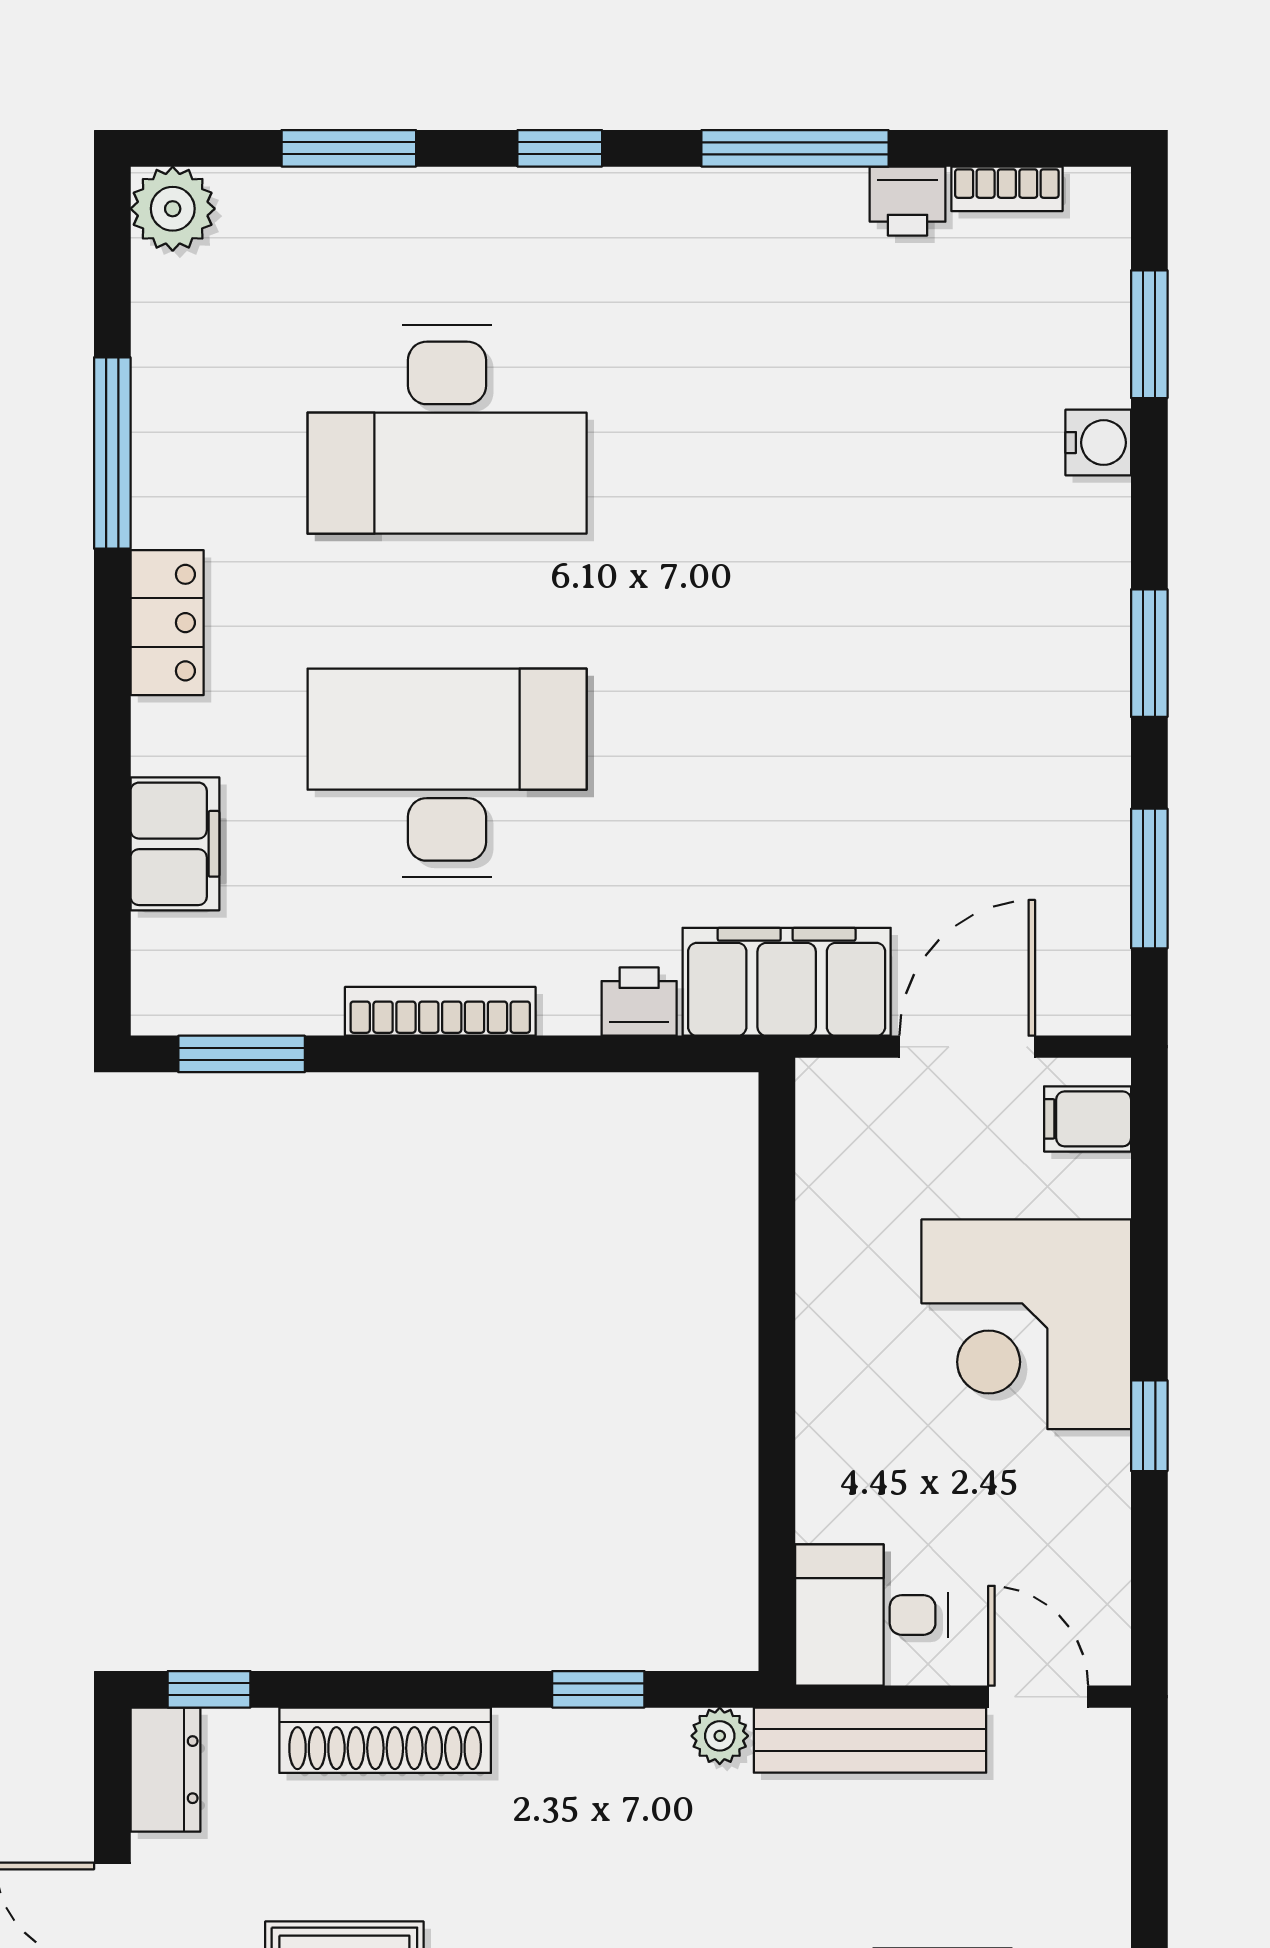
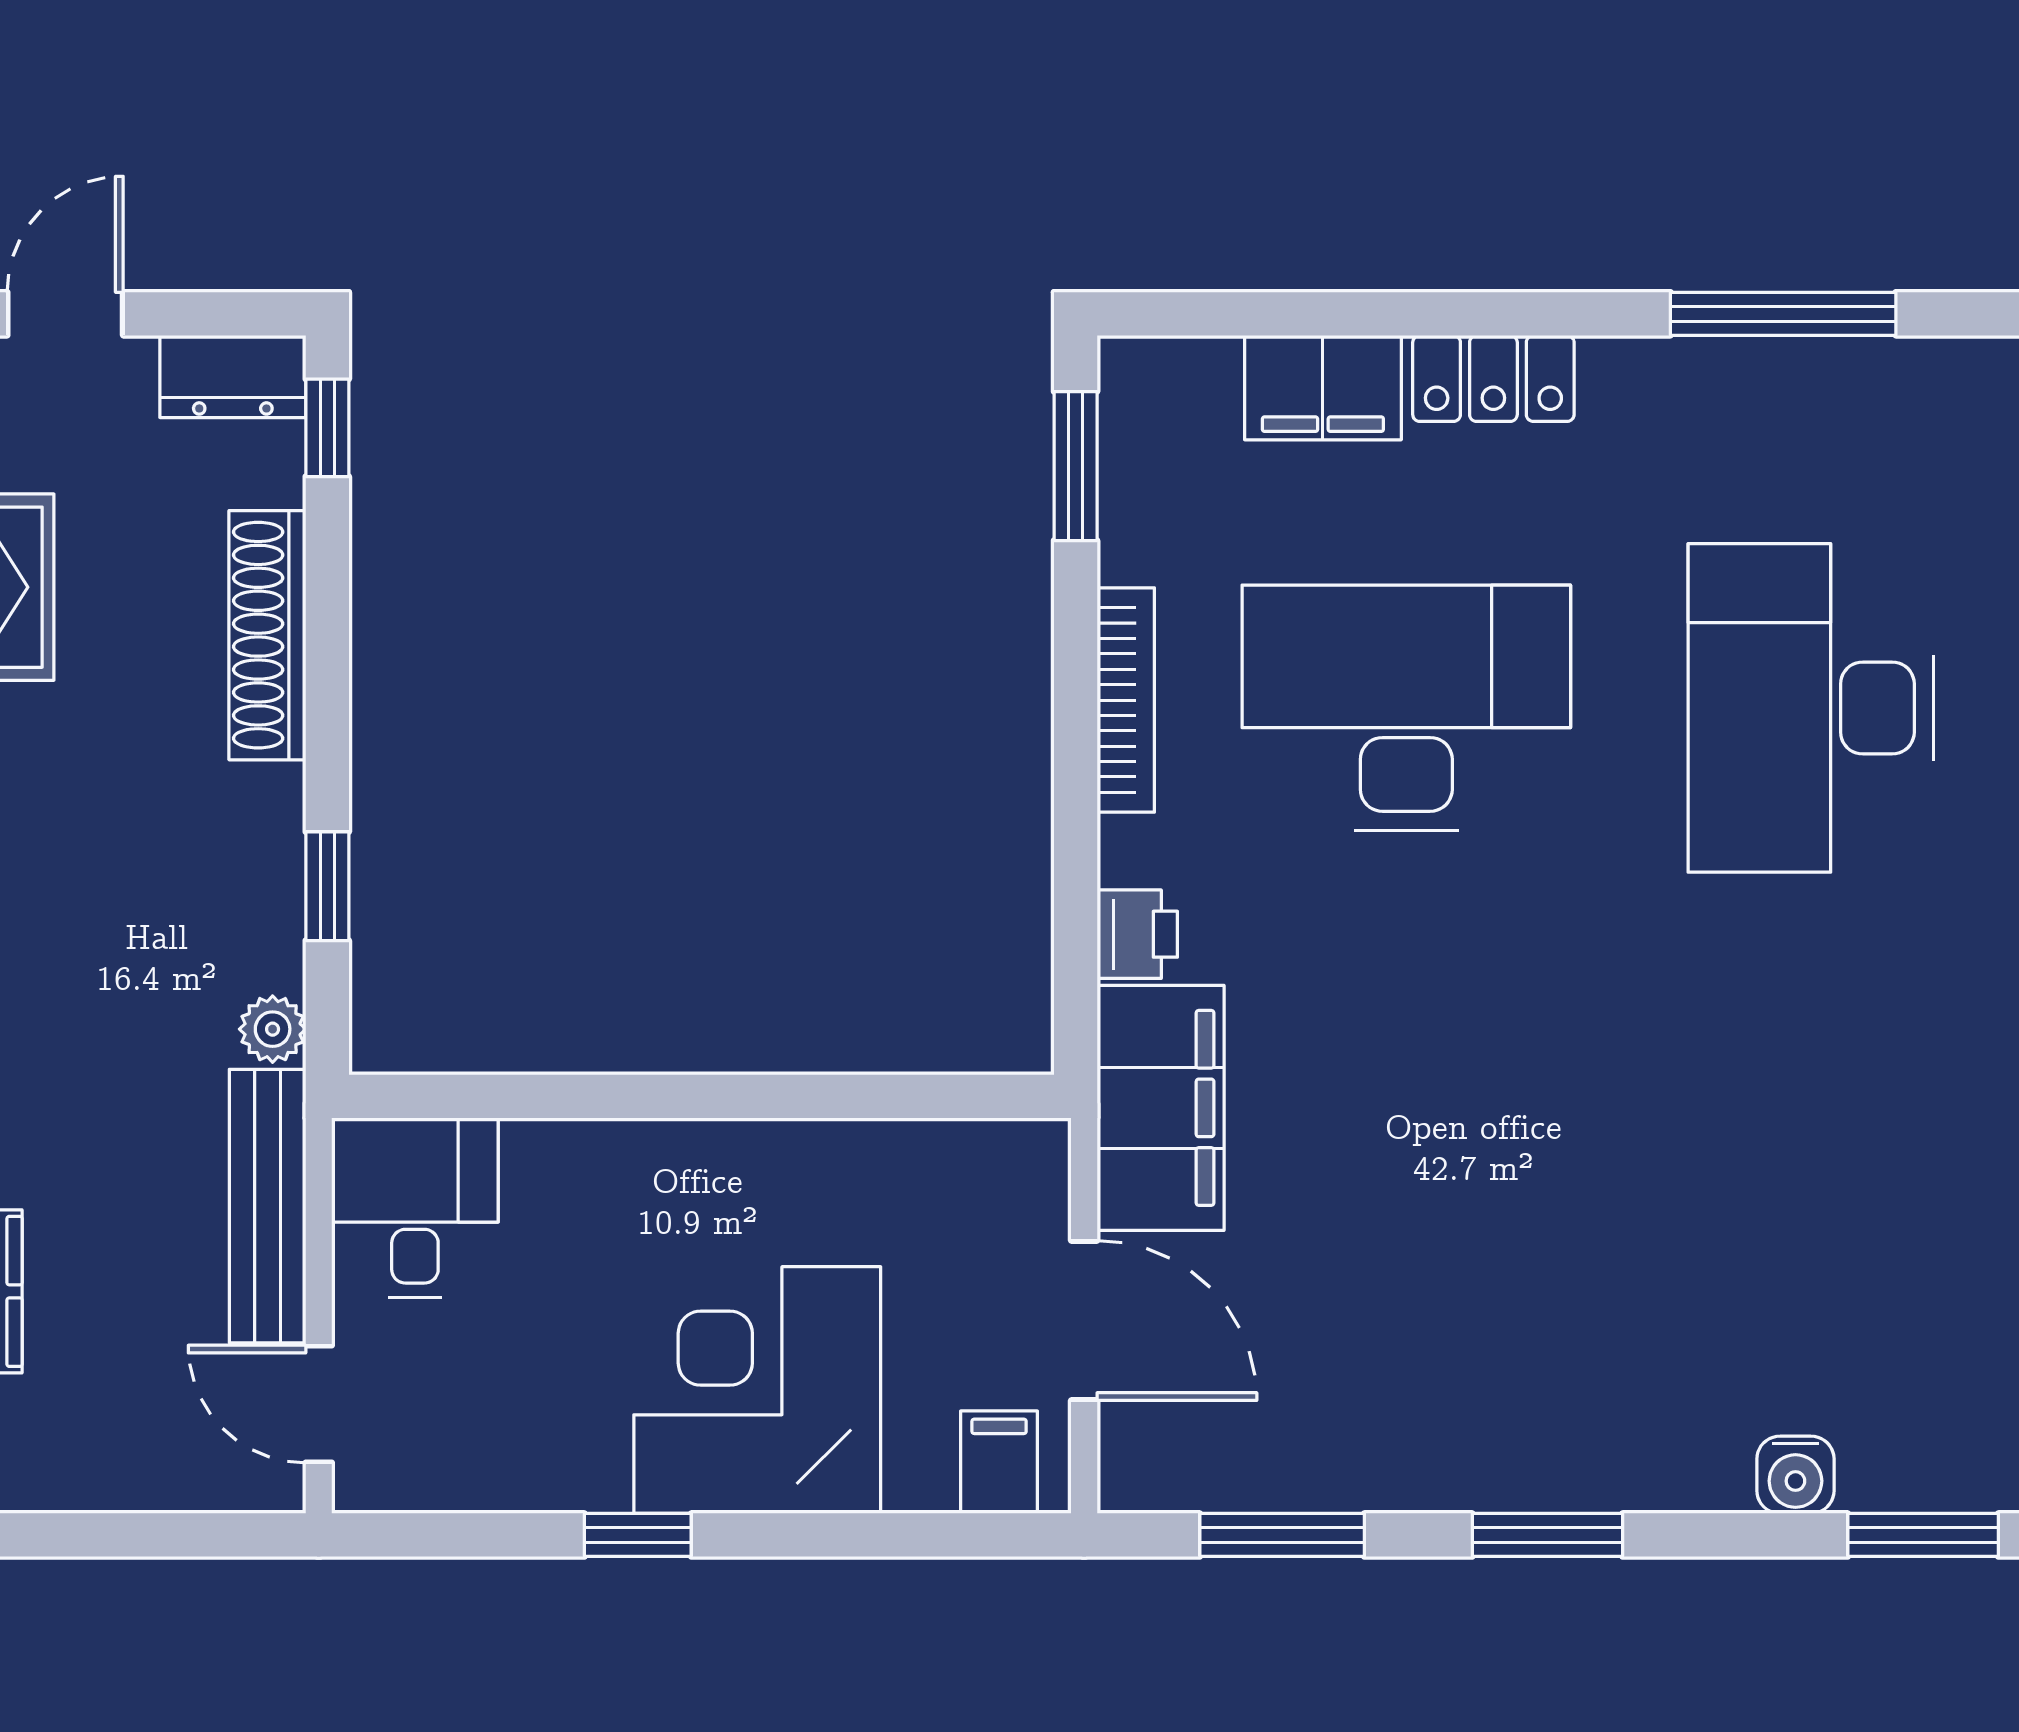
locker: (167, 623) -> (1493, 378), moved
desk: (447, 773) -> (1406, 708), turned -90
door: (1038, 1697) -> (319, 1404), swing flipped

